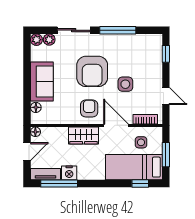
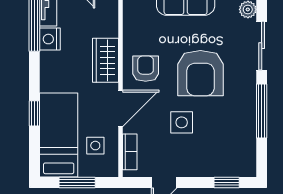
armchair: (92, 71) -> (200, 73), turned -90
armchair: (89, 108) -> (146, 69), turned -90
window: (140, 183) -> (34, 113), moved

